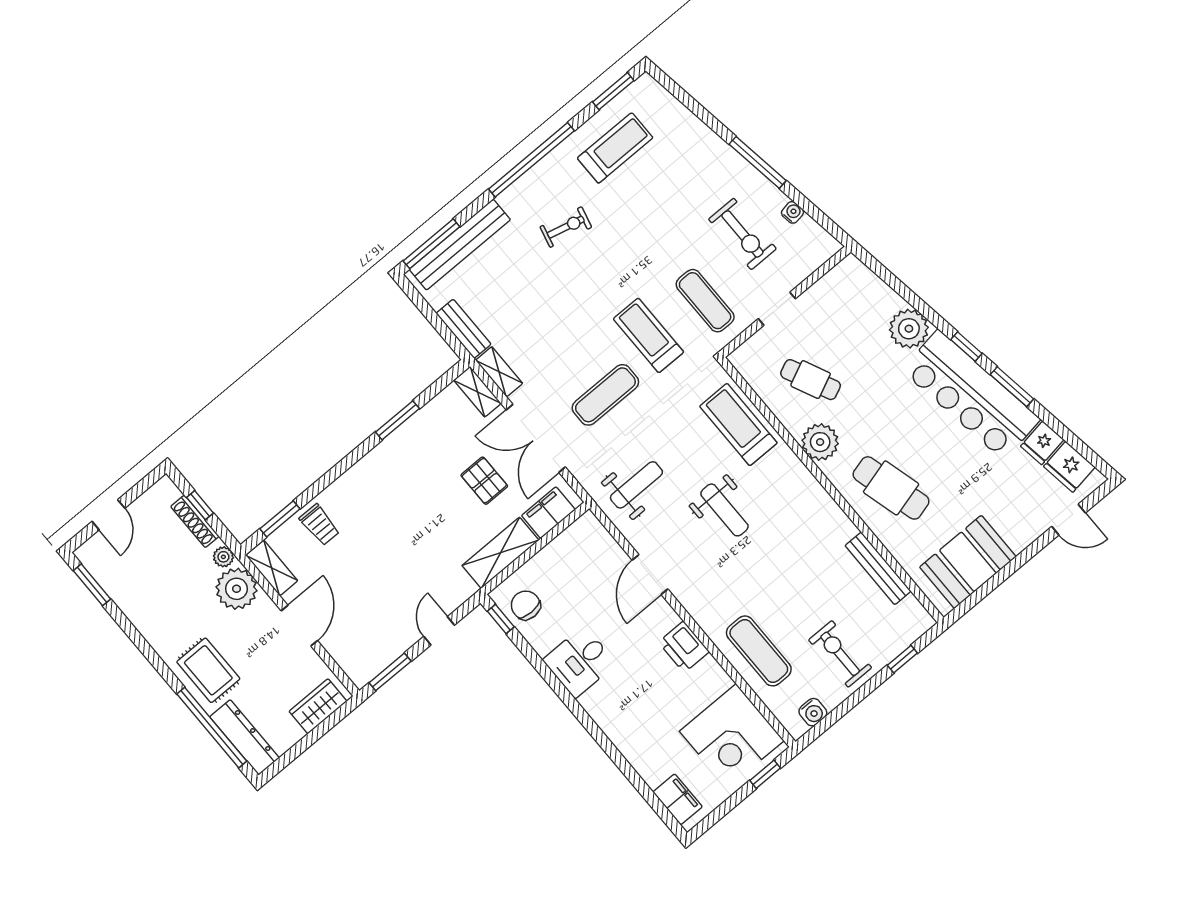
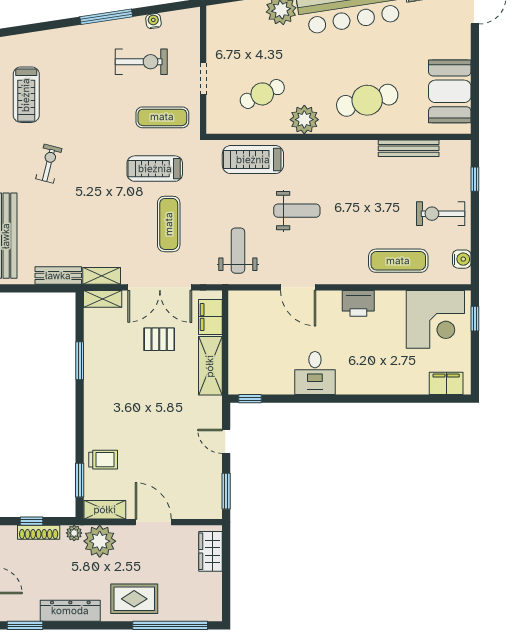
treadmill: (615, 148) -> (26, 95), turned 180
chair: (526, 605) -> (254, 377), removed
dresser: (245, 737) -> (70, 611), moved

